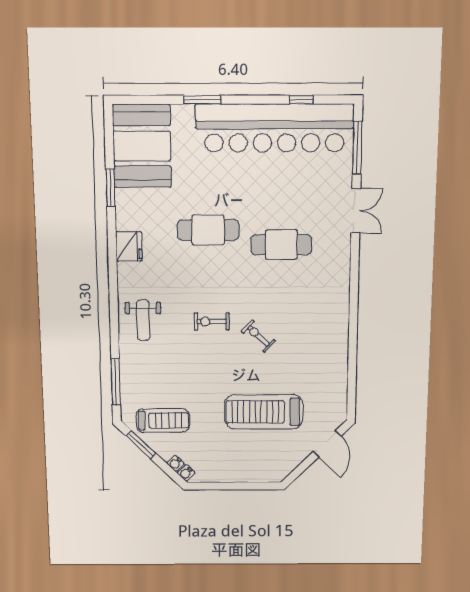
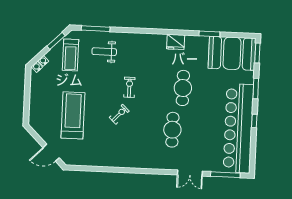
window: (139, 100) -> (257, 53), added
window: (301, 100) -> (254, 121), moved
weight bench: (143, 320) -> (104, 52), moved

